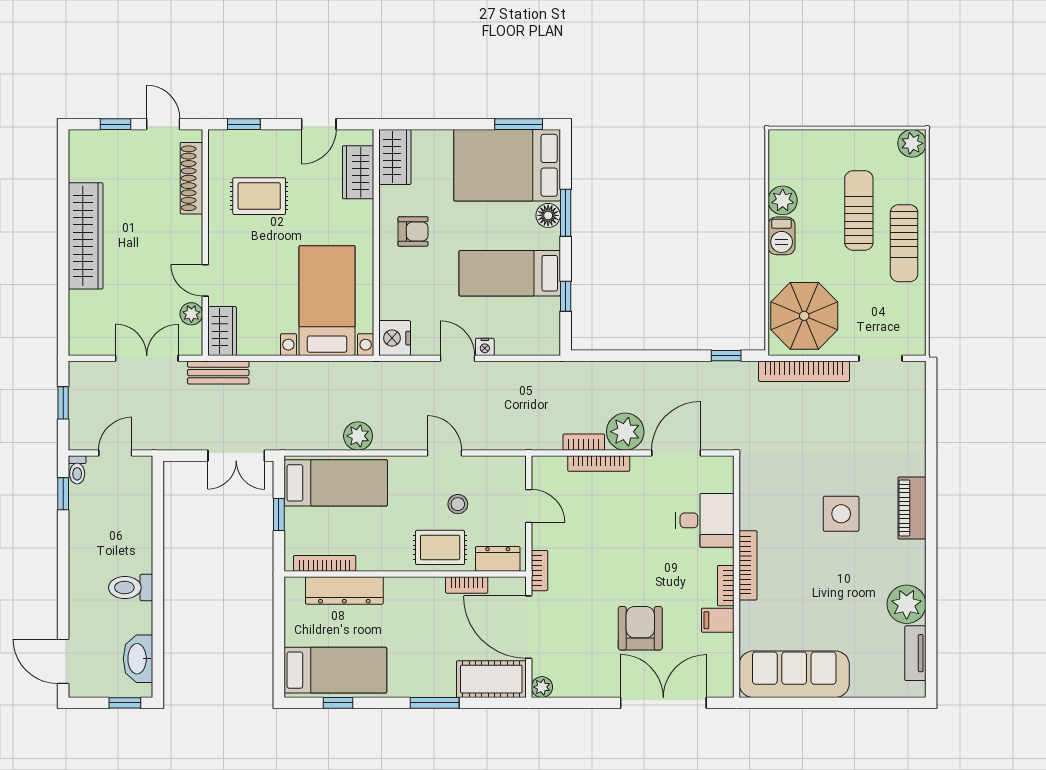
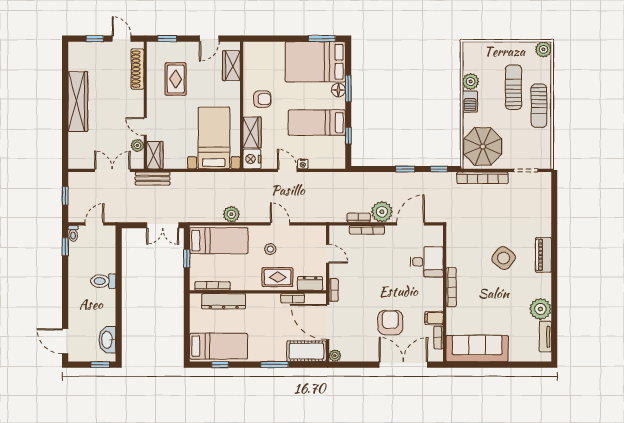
wardrobe: (395, 157) -> (252, 132), moved
rug: (259, 196) -> (176, 79), turned 90
window: (667, 356) -> (405, 169), added
stool: (458, 504) -> (270, 249), moved
side table: (841, 514) -> (504, 258), turned 38
bookcase: (726, 586) -> (439, 338), moved
toilet: (131, 588) -> (103, 281), moved

